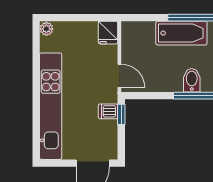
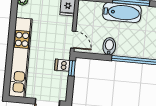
bidet: (192, 80) -> (109, 46), moved

